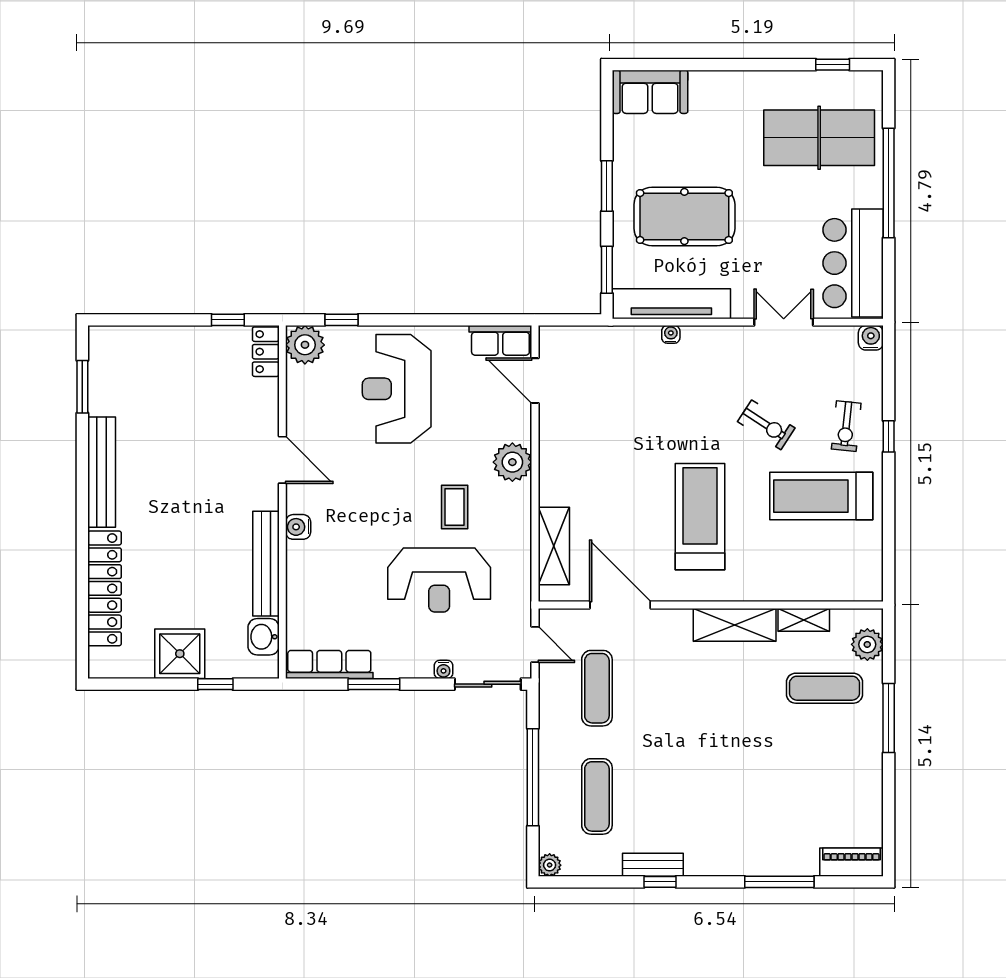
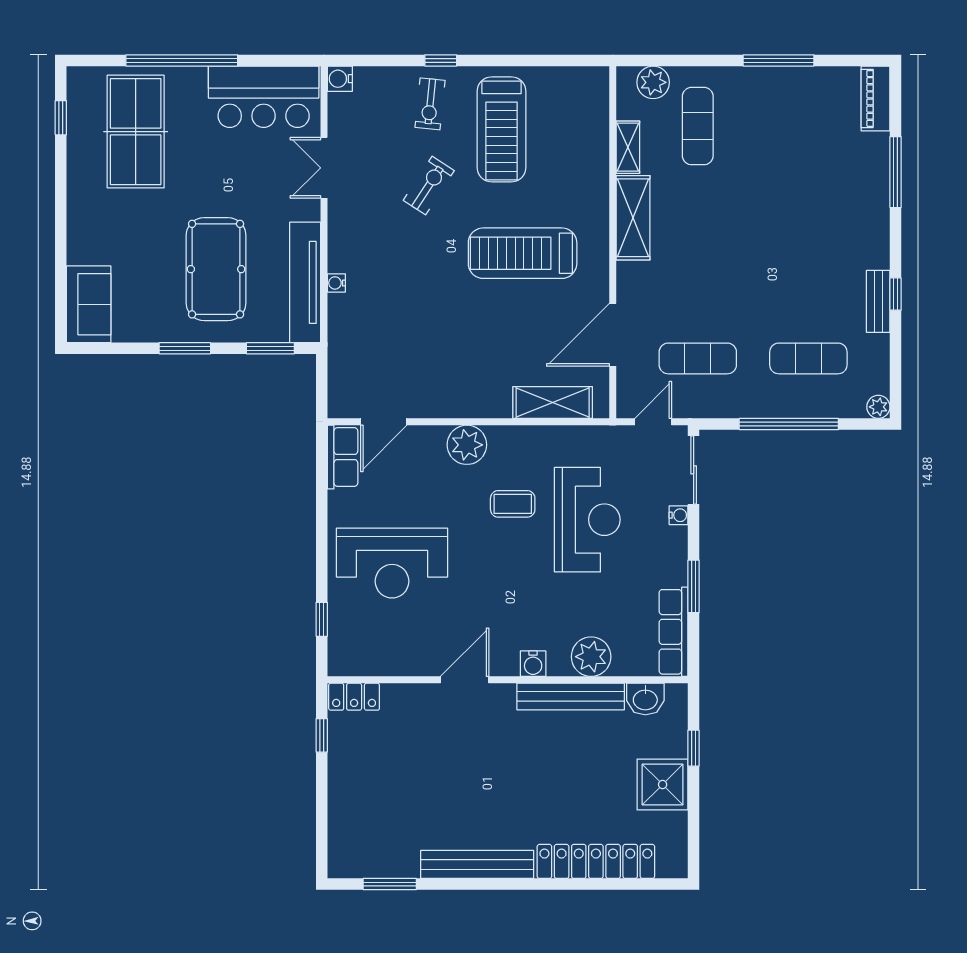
plant: (305, 345) -> (591, 657), moved
exercise bike: (846, 426) -> (430, 104), turned 90
window: (889, 718) -> (779, 60), moved

